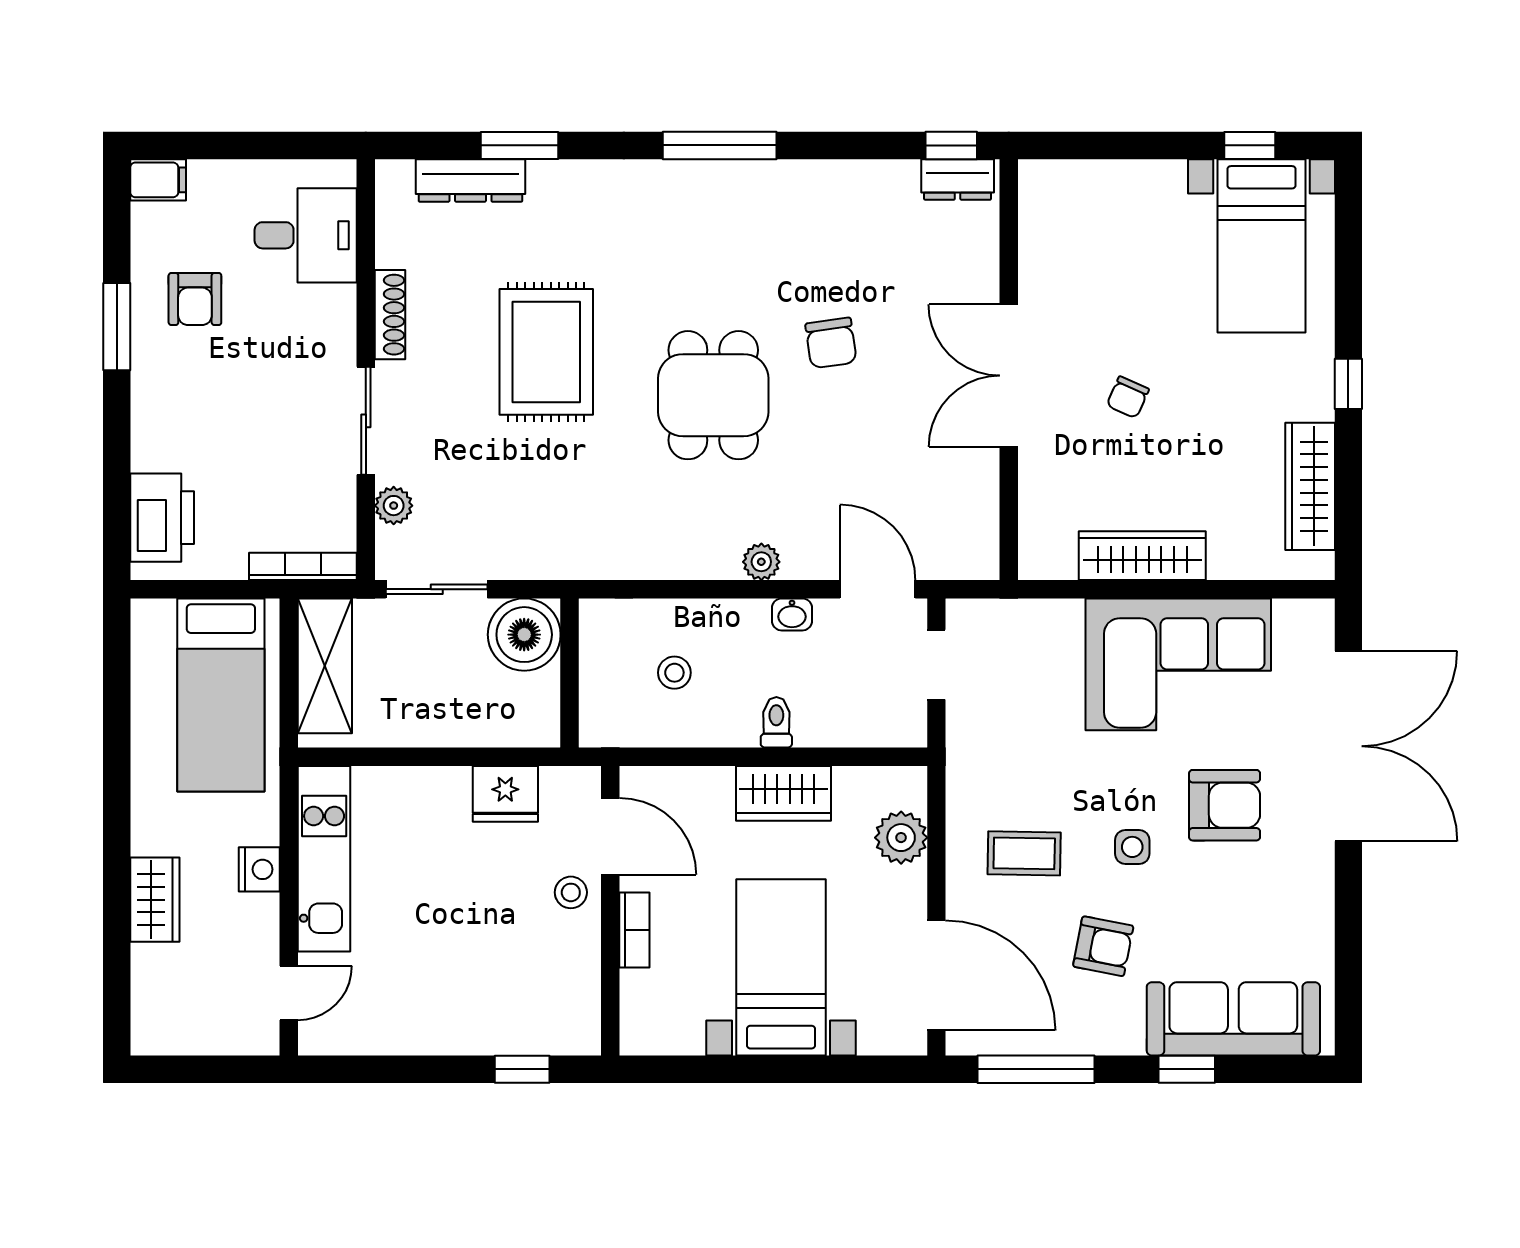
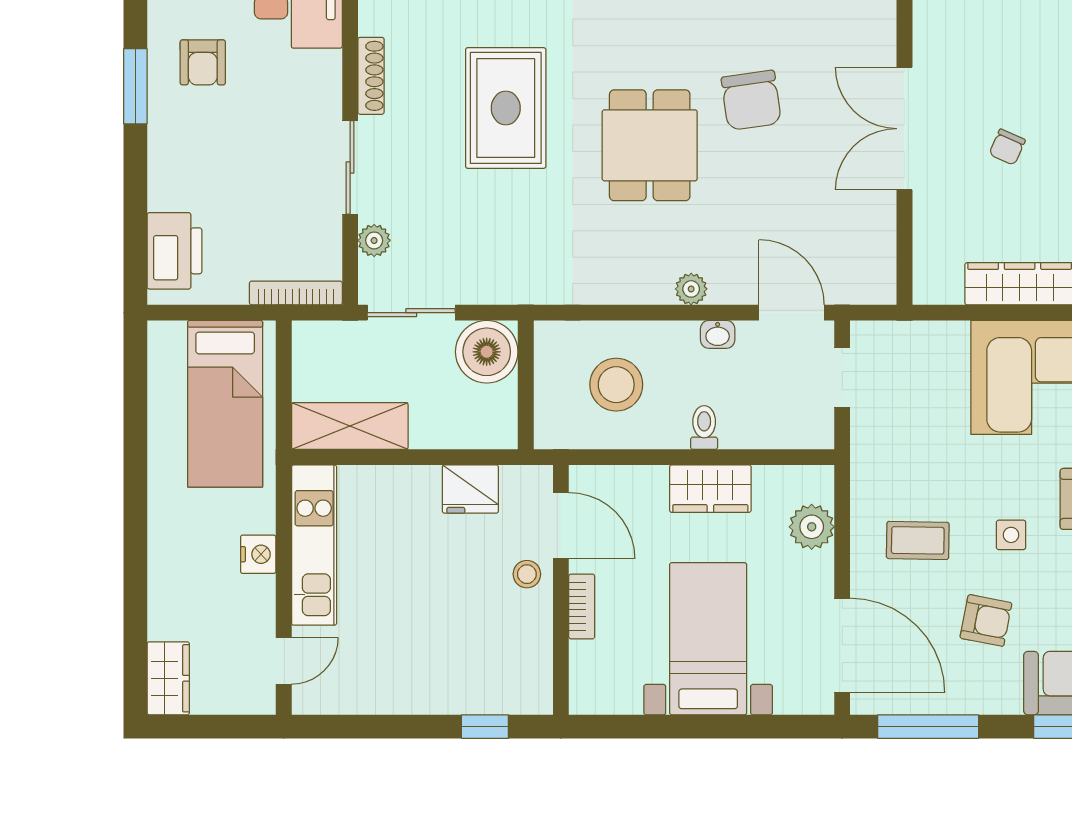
chair: (831, 343) -> (751, 100), width x1.37, depth x1.37
shelving: (325, 666) -> (350, 426), moved, turned 90
stool: (674, 673) -> (616, 385), width x1.89, depth x1.89
wardrobe: (155, 900) -> (168, 678), moved

